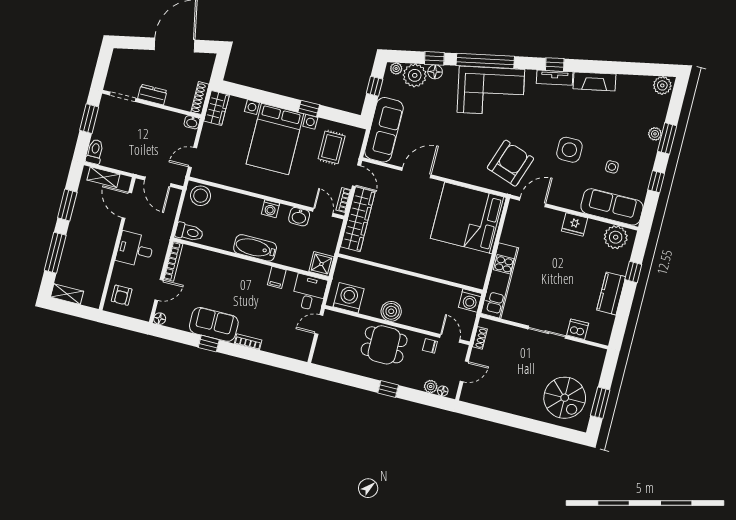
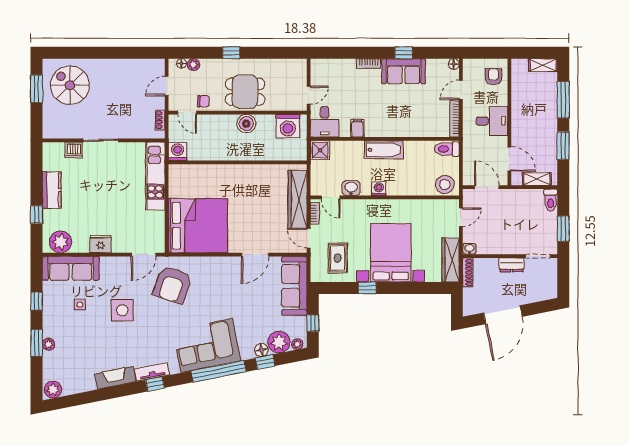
wardrobe: (216, 108) -> (451, 260), width x1.50

